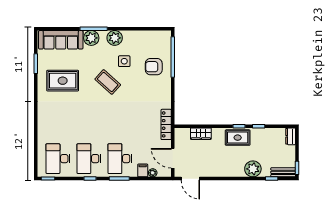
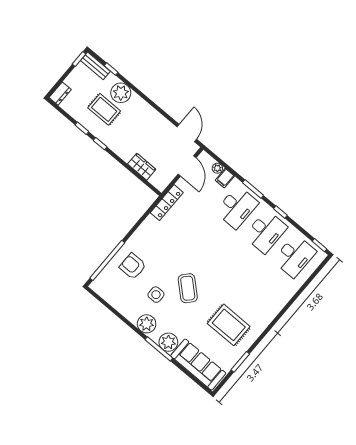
armchair: (154, 67) -> (133, 266), turned 180
rug: (238, 138) -> (104, 109), moved

